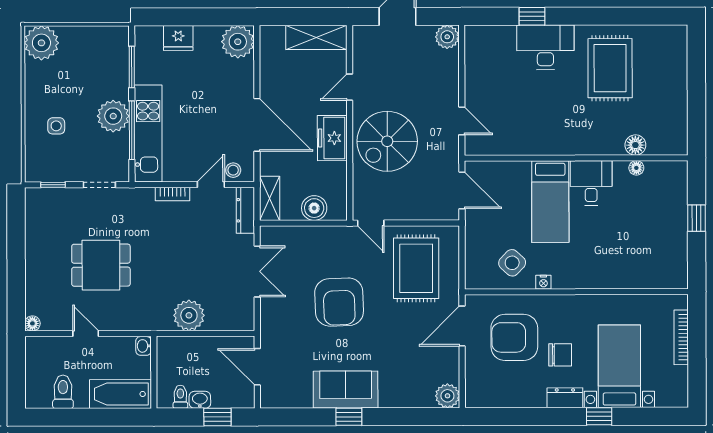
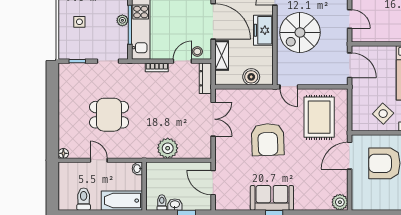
plant: (113, 116) -> (122, 20), width x0.53, depth x0.53
shelving: (270, 198) -> (222, 56), moved

